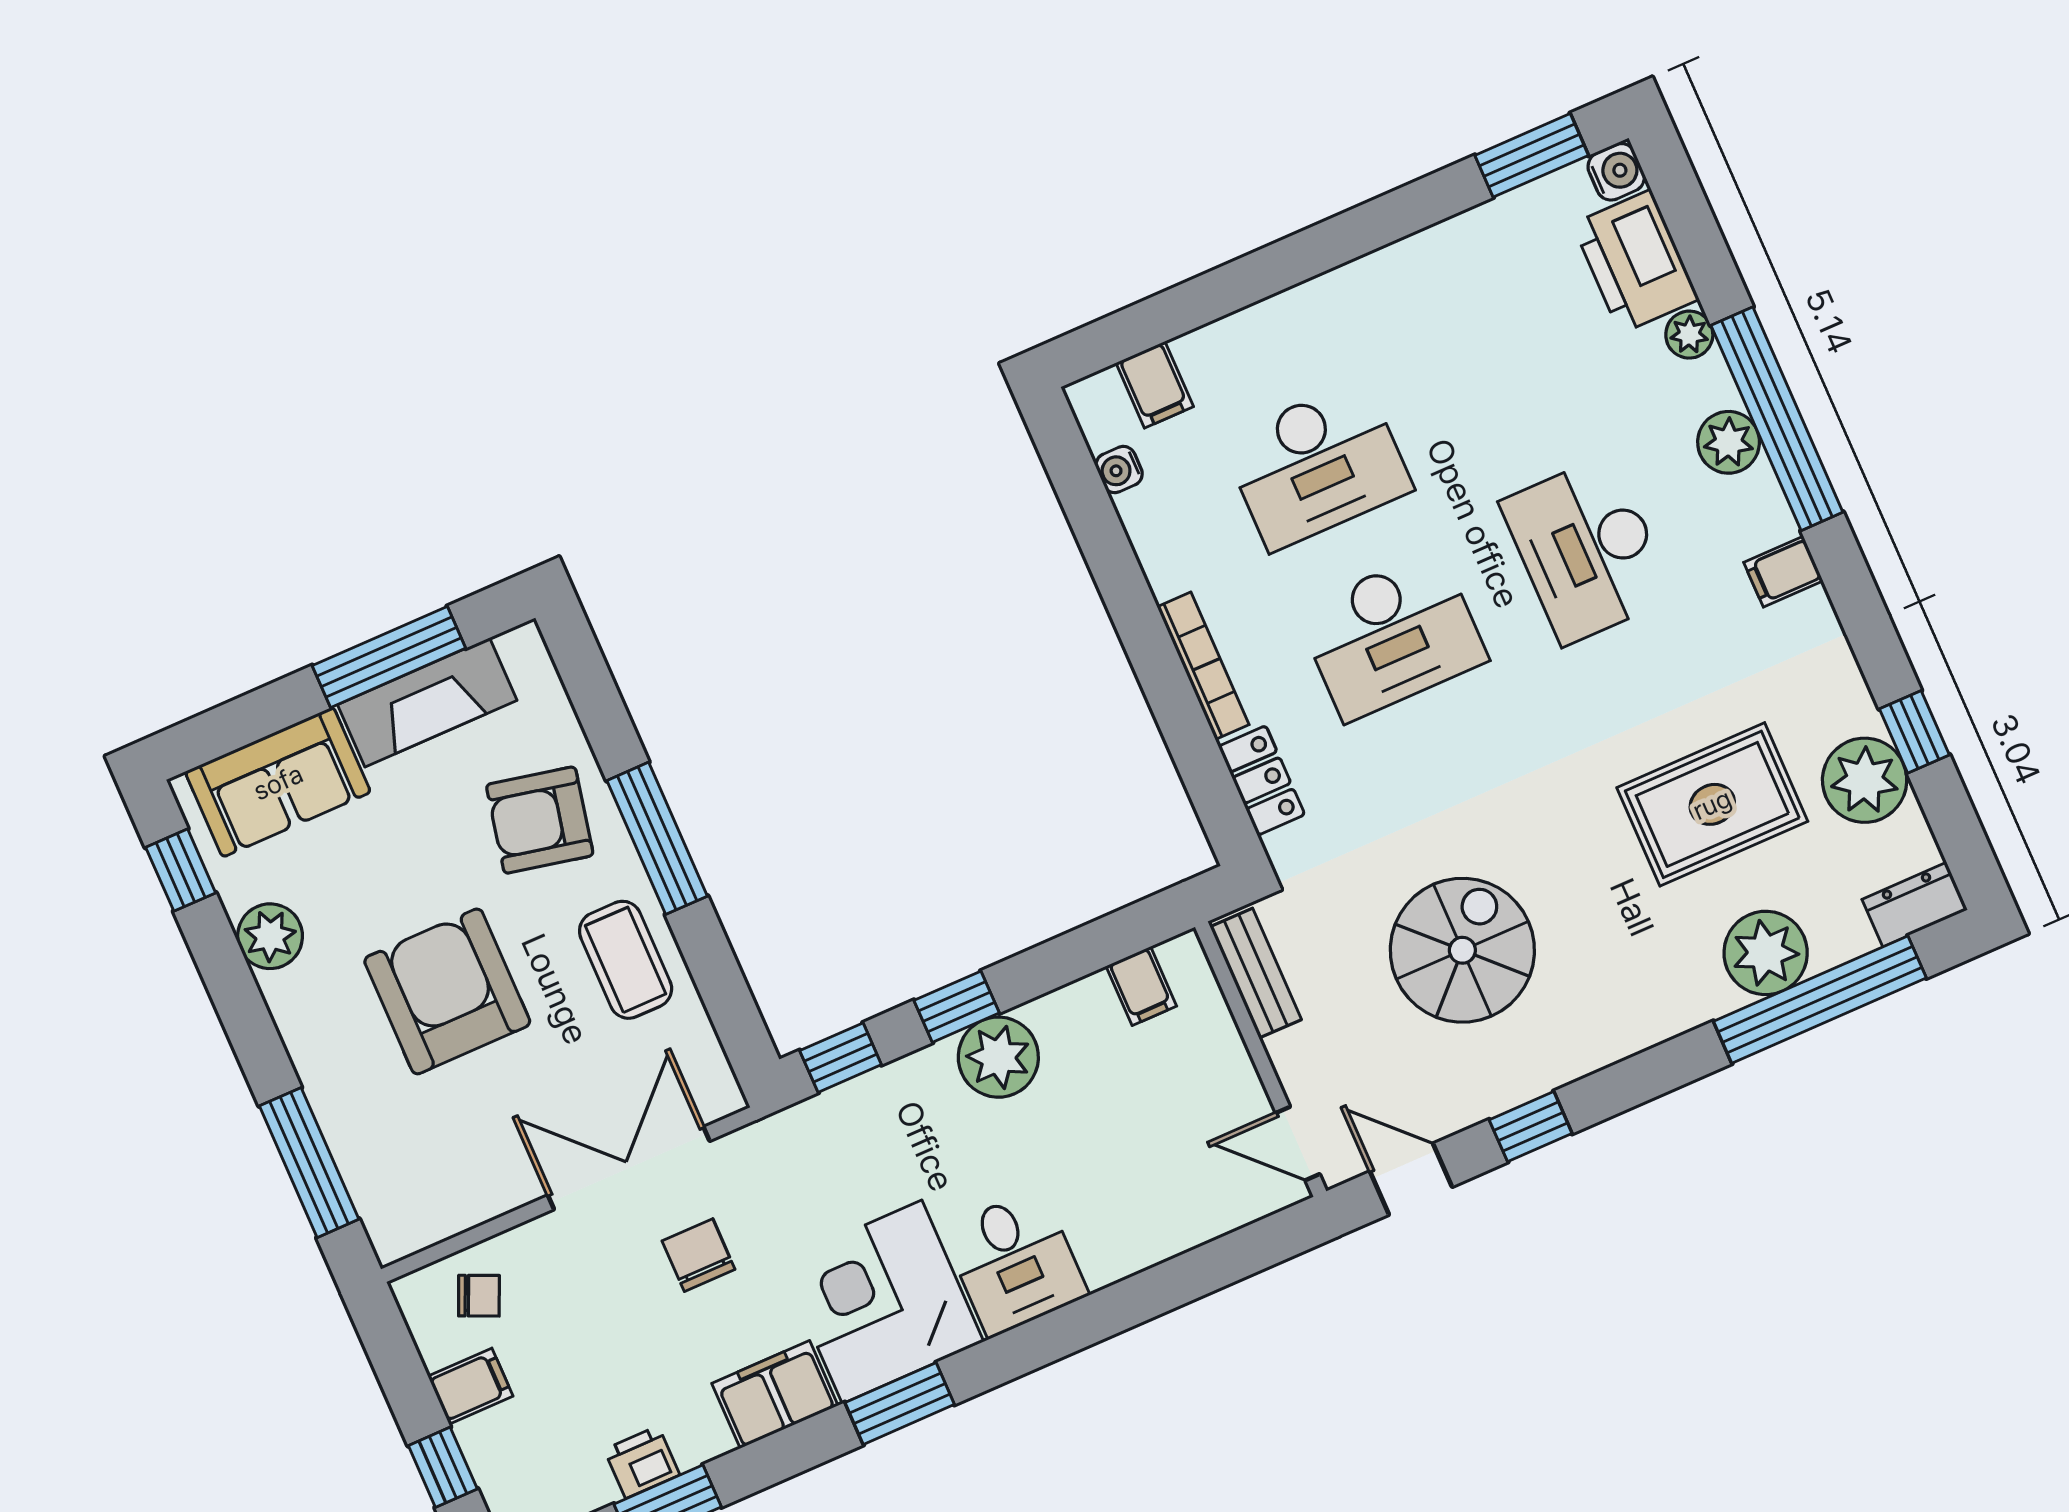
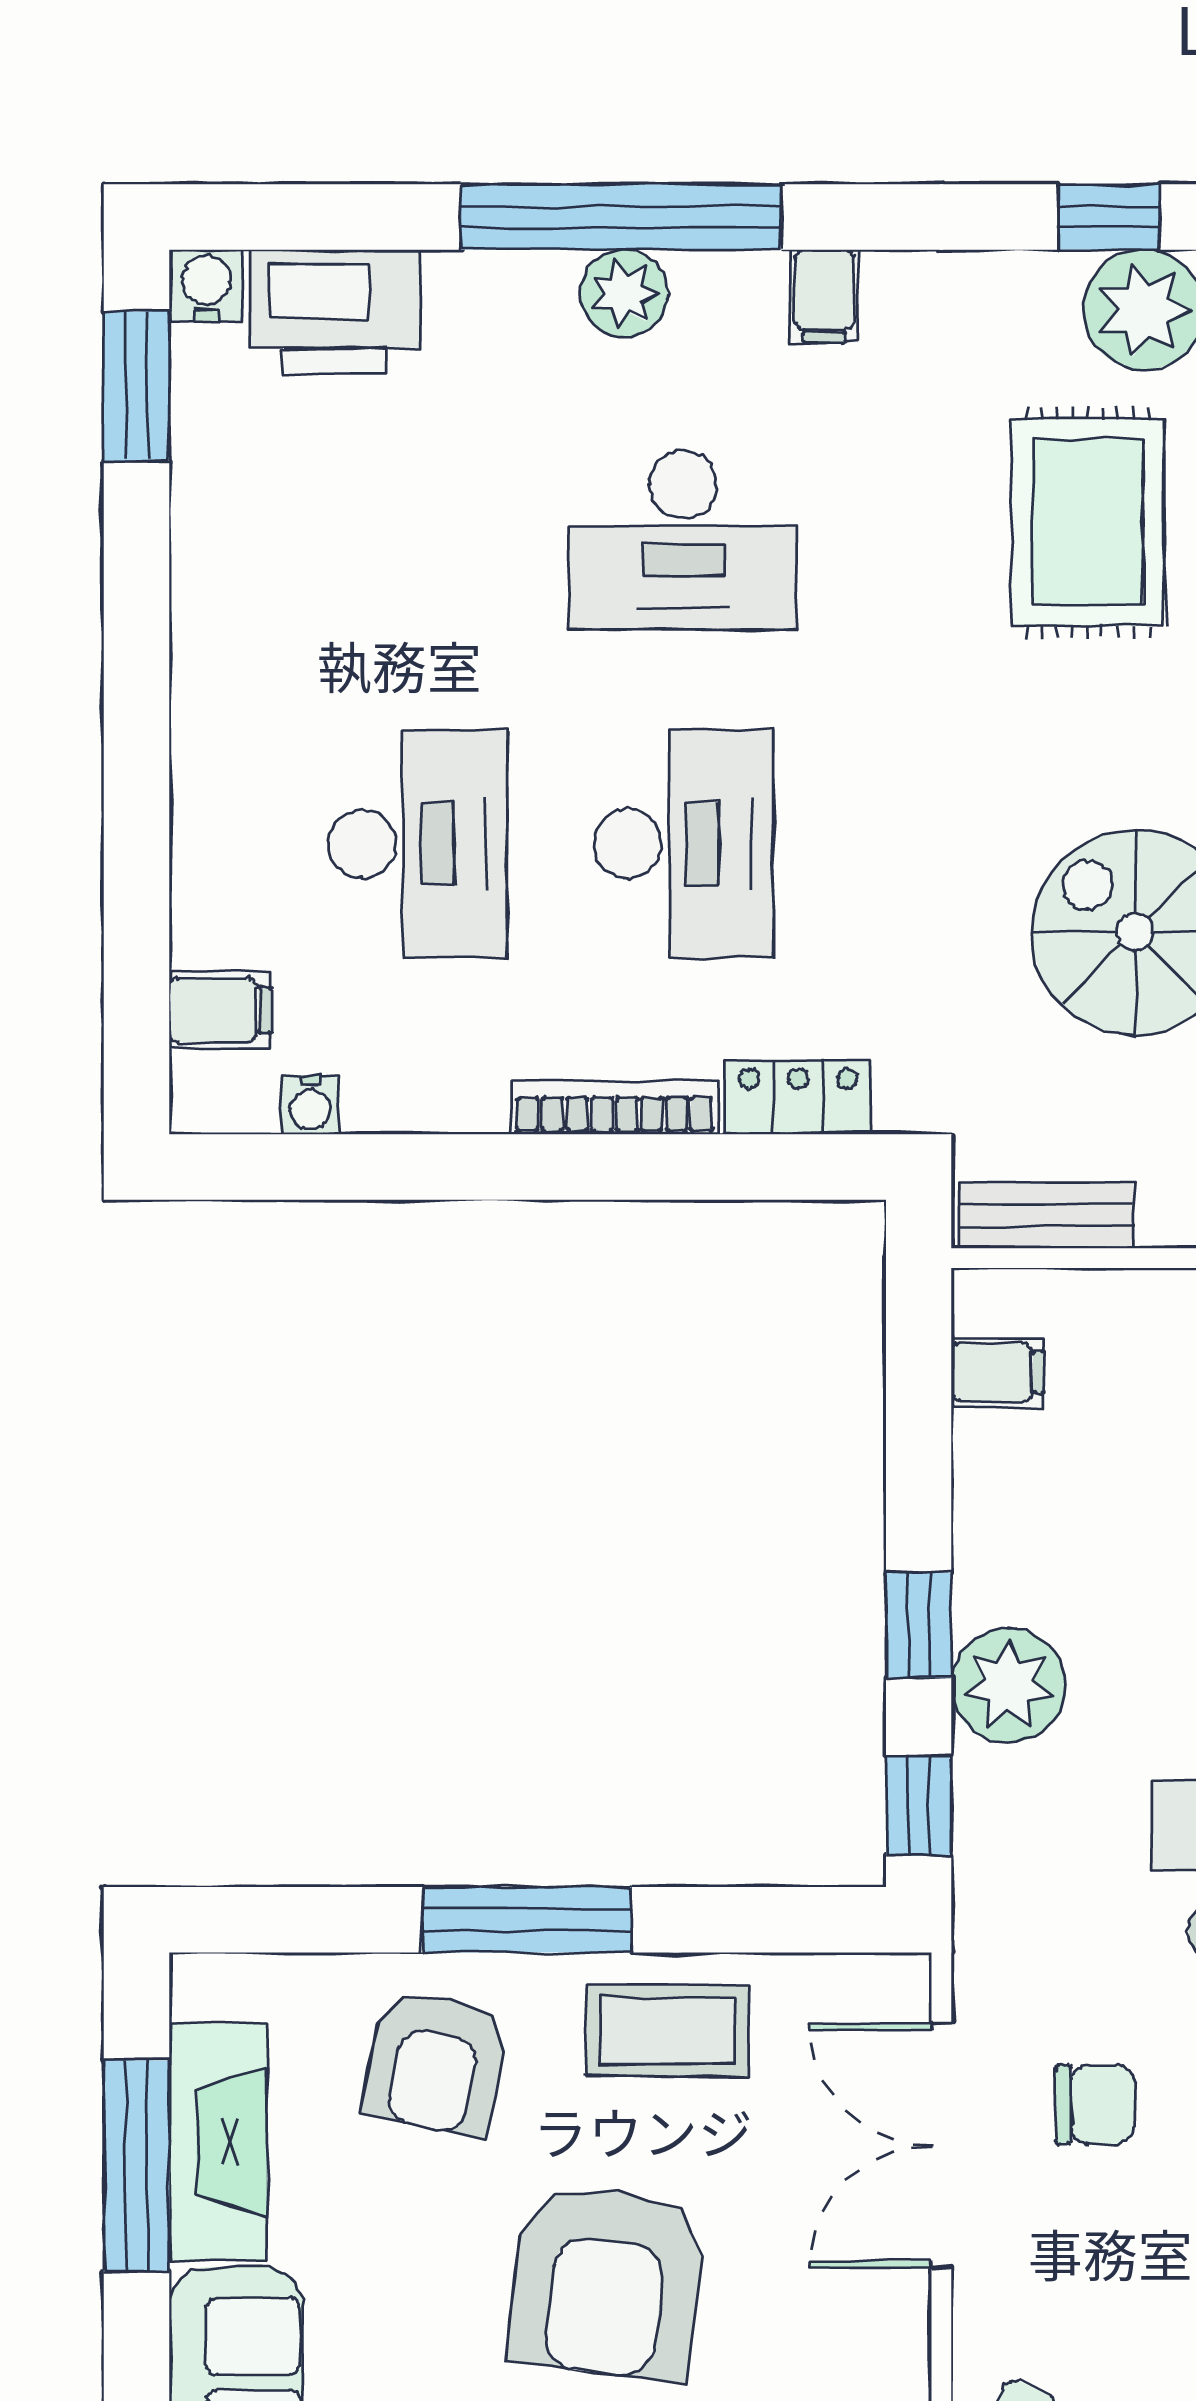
plant: (1689, 335) -> (461, 283), removed
armchair: (447, 991) -> (607, 2282), turned -83
plant: (998, 1057) -> (1008, 1685), moved
chair: (699, 1255) -> (1095, 2105), turned 180

